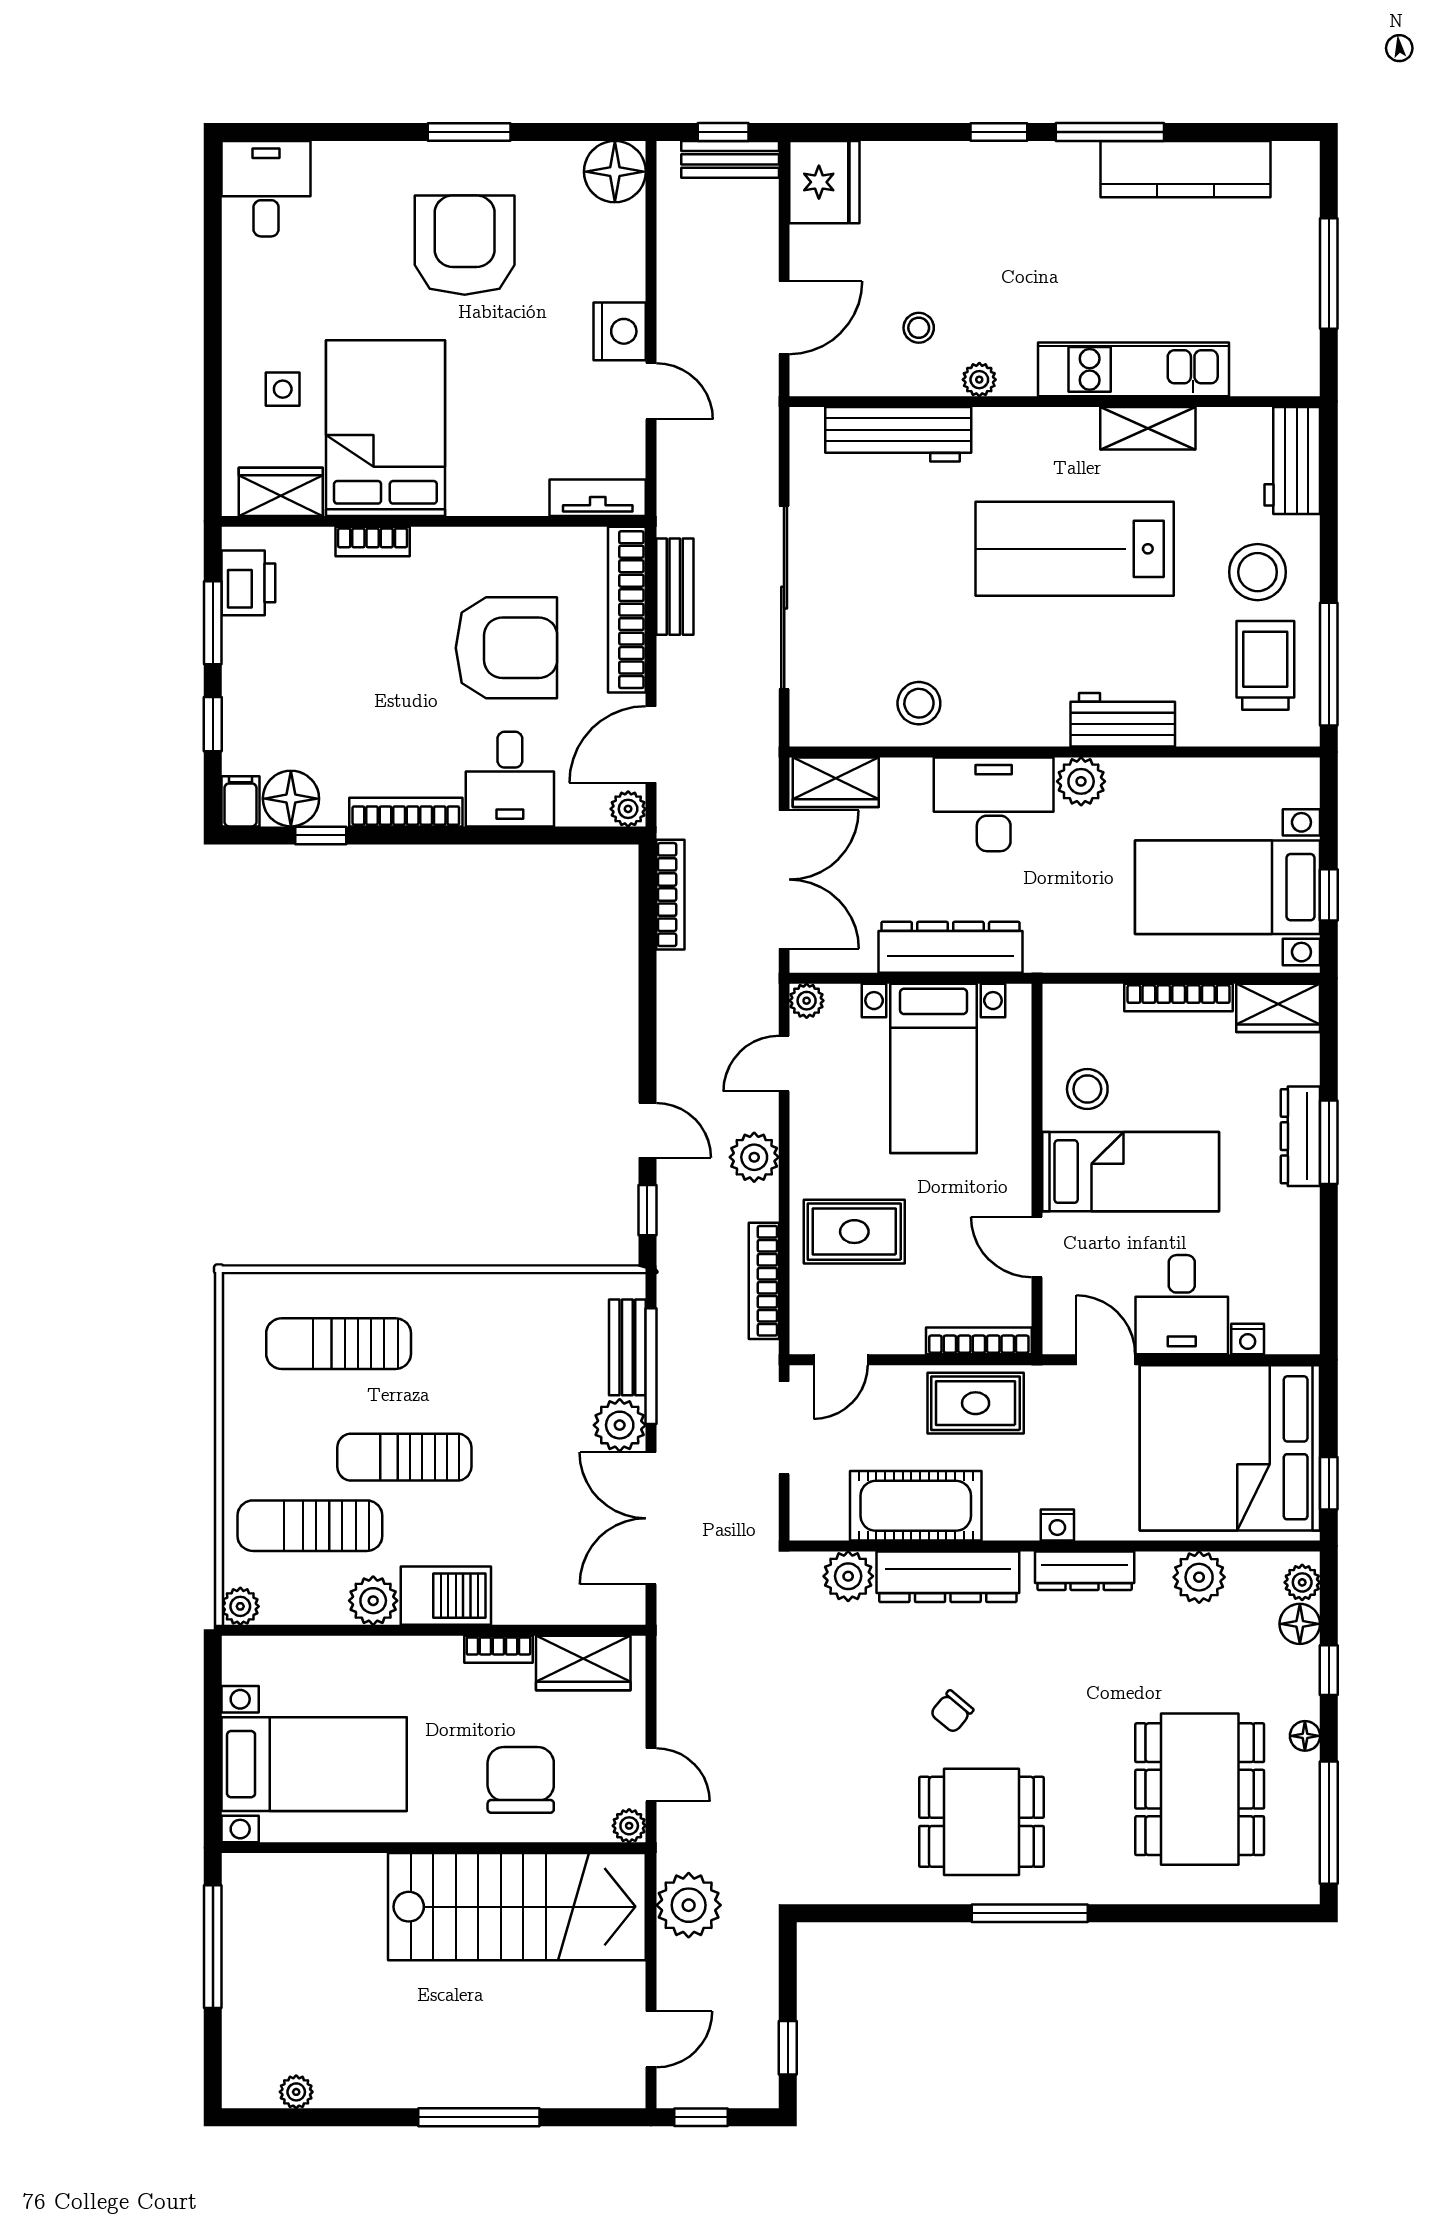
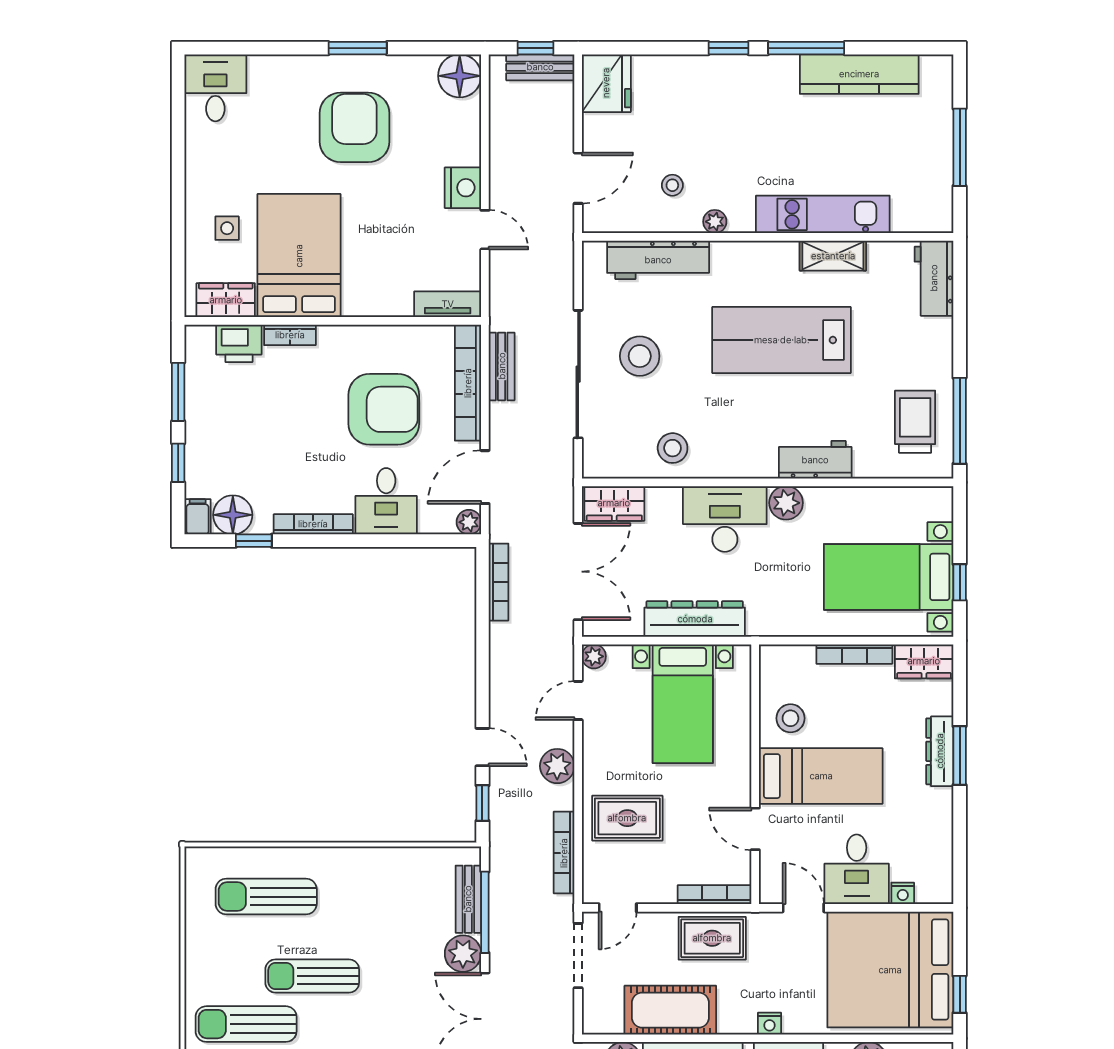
stool: (1258, 572) -> (640, 356), moved
printer: (248, 583) -> (239, 343), moved, turned 90

